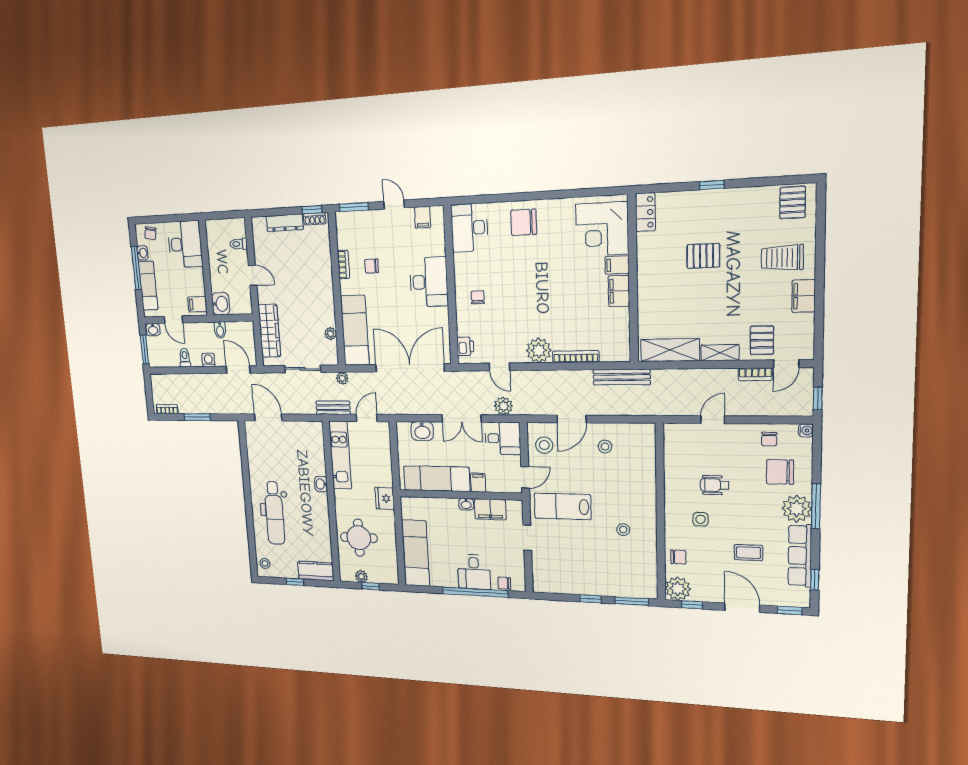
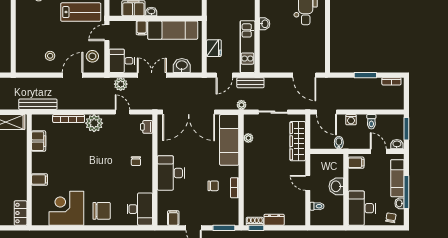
dresser: (285, 223) -> (274, 220), width x0.70
corner desk: (602, 229) -> (66, 208), moved, turned -90
filing cabinet: (619, 291) -> (39, 141), moved
washbasin: (221, 304) -> (336, 186), moved
fridge: (385, 498) -> (214, 48), moved

